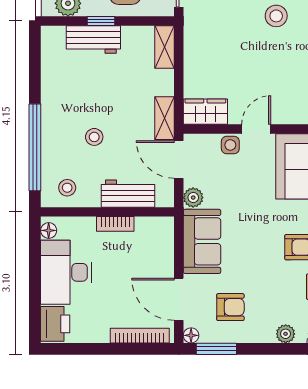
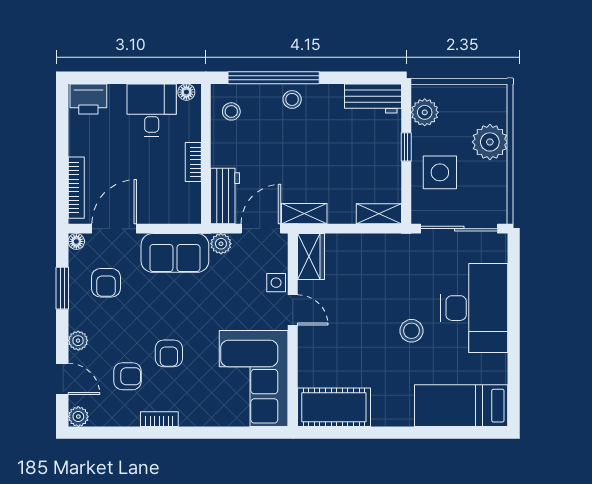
workbench: (93, 40) -> (373, 98), moved, turned -90
stool: (94, 137) -> (292, 99), moved
workbench: (128, 194) -> (225, 196), moved
desk: (66, 272) -> (152, 110), width x0.73
window: (216, 349) -> (62, 288), moved

